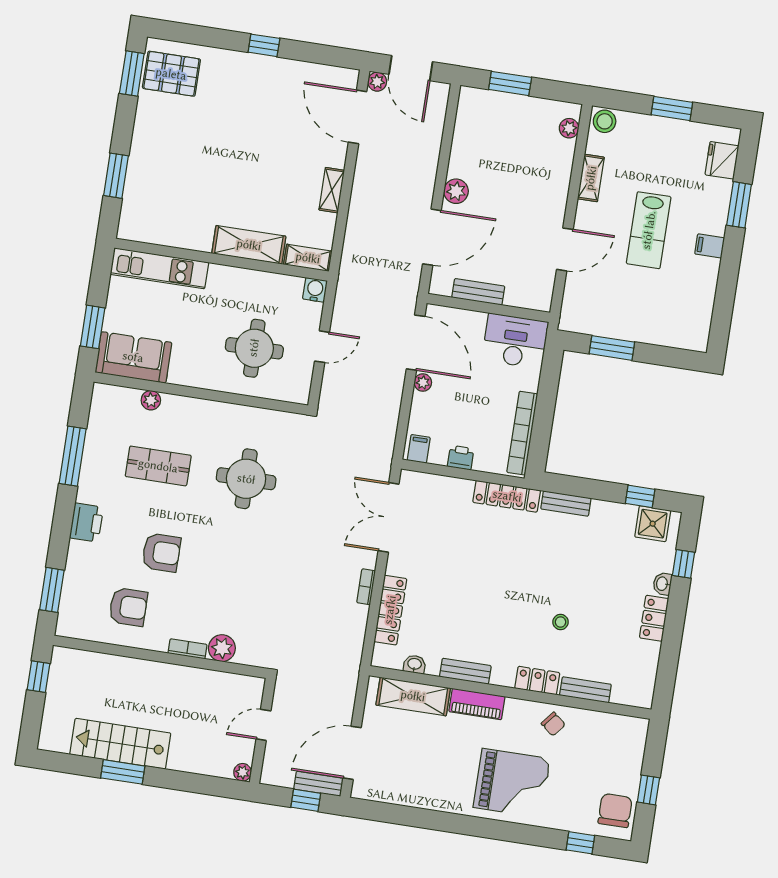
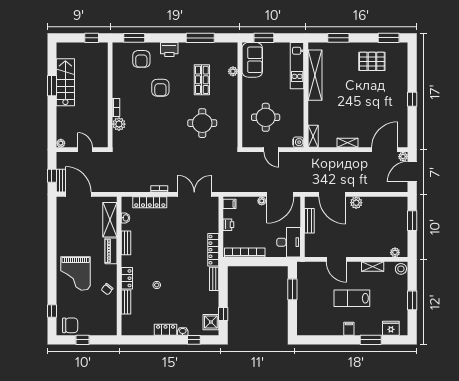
pallet: (171, 74) -> (372, 61), moved, turned 90
shelving: (249, 245) -> (315, 75), moved, width x1.47
armchair: (128, 607) -> (141, 59), moved

